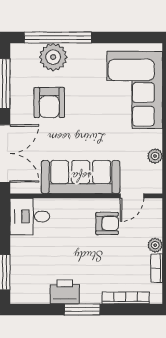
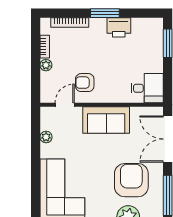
armchair: (49, 103) -> (131, 180), width x1.36, depth x1.36
sofa: (81, 177) -> (106, 120), width x0.73

